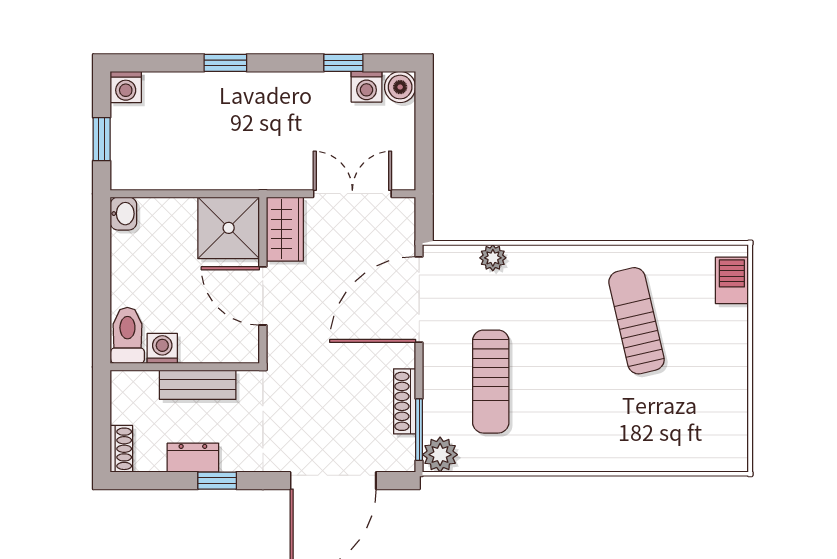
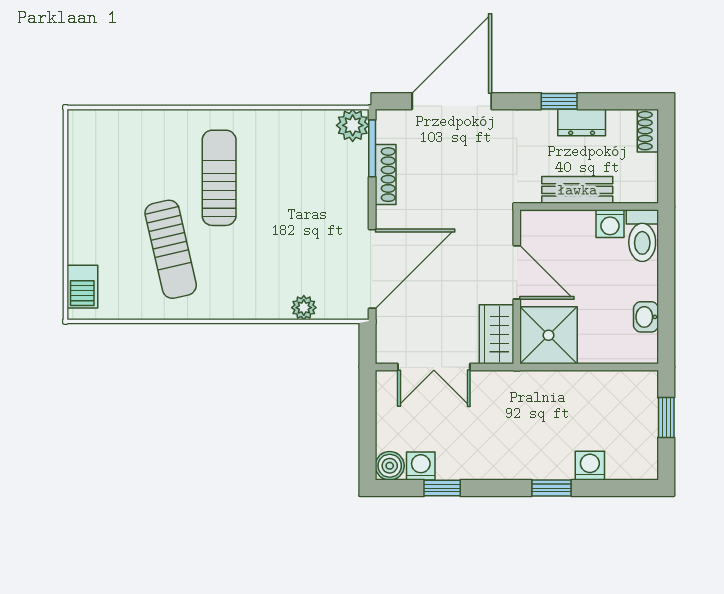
washing machine: (126, 87) -> (590, 466), moved
washbasin: (123, 214) -> (646, 317), moved
sun lounger: (491, 382) -> (219, 178), moved

